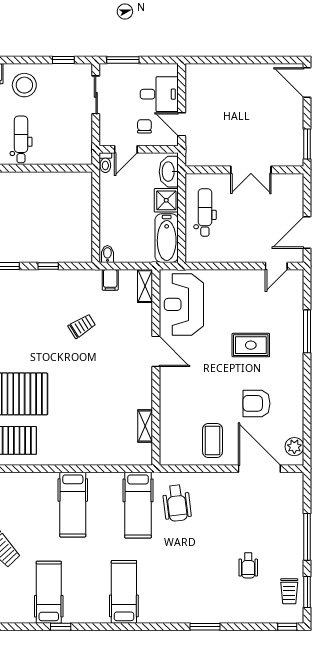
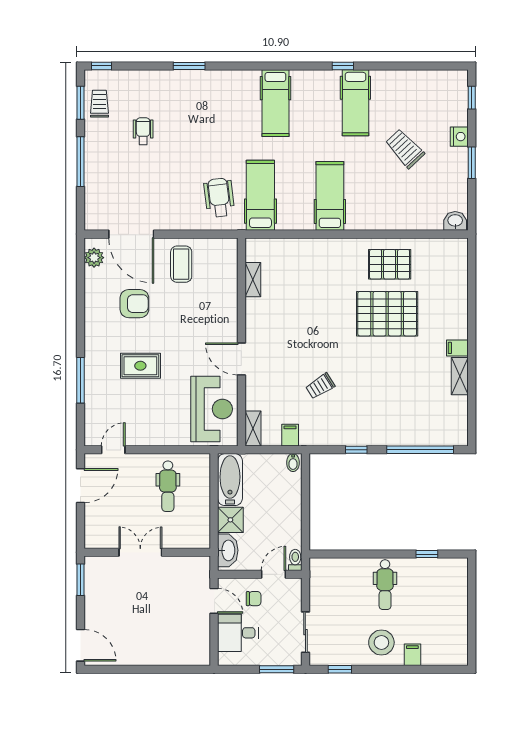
chair: (144, 126) -> (254, 599), turned -90
dental chair: (205, 212) -> (168, 486), moved

